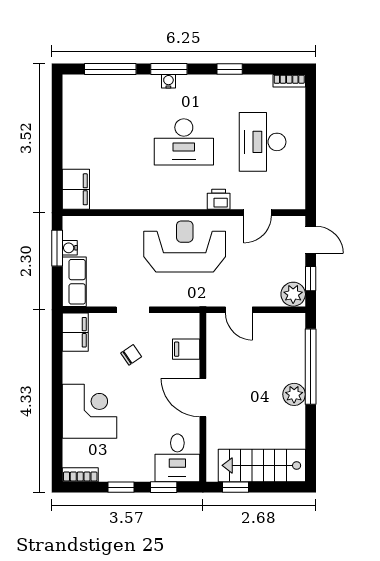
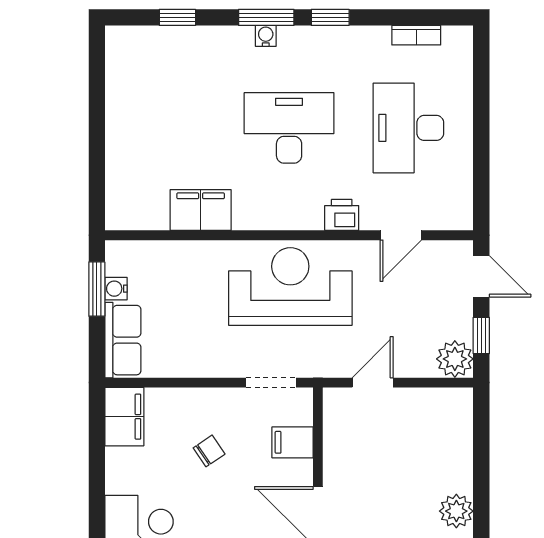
window: (110, 69) -> (177, 17), width x0.46
window: (230, 69) -> (330, 17), moved
bookcase: (289, 81) -> (416, 35), moved
desk: (184, 142) -> (289, 128), turned 180
filing cabinet: (76, 189) -> (201, 210), moved, turned -90
doorway: (133, 310) -> (271, 383), moved
door: (239, 310) -> (373, 383), swing flipped
window: (311, 367) -> (481, 469), removed

